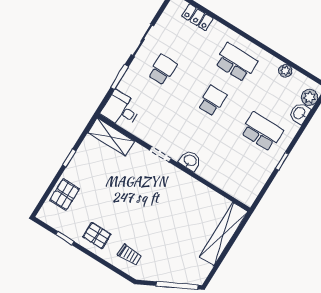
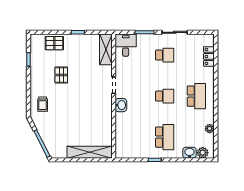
pallet: (97, 236) -> (61, 75), moved

